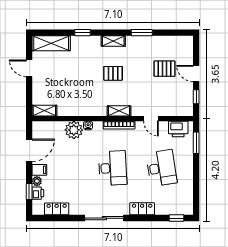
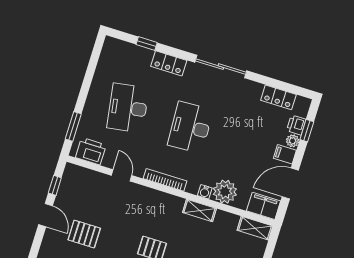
shelving: (119, 111) -> (199, 210), moved
filing cabinet: (43, 128) -> (264, 206), added
window: (177, 218) -> (147, 43), moved

